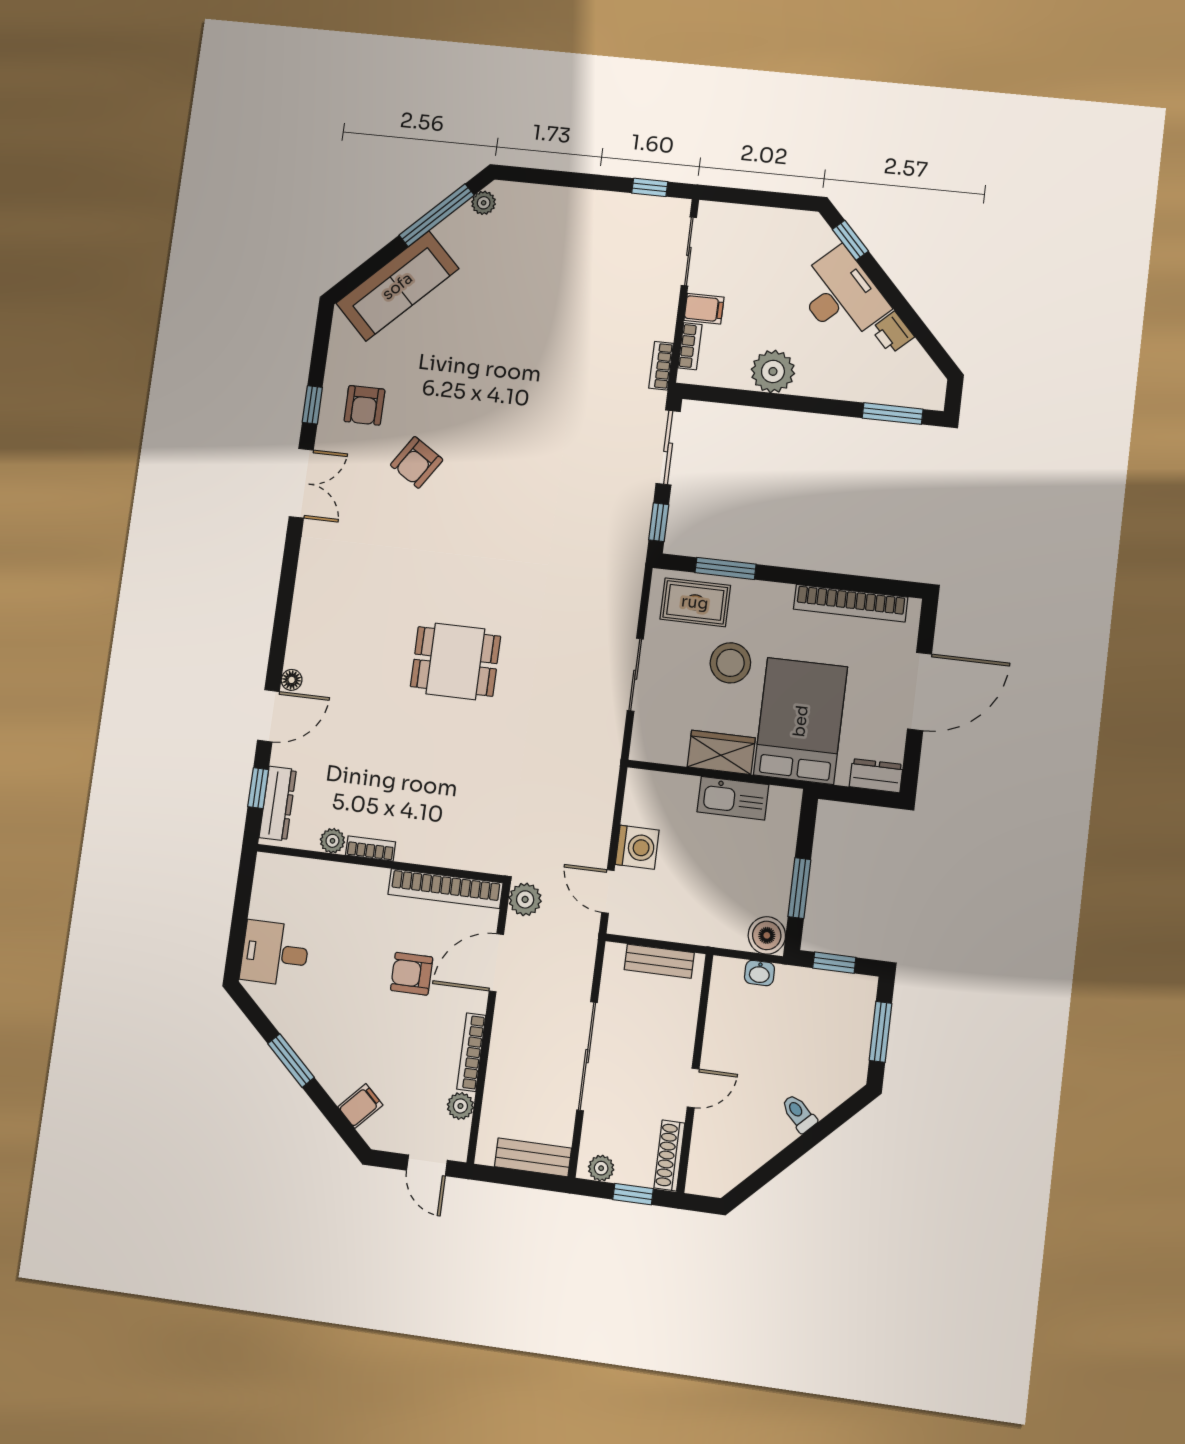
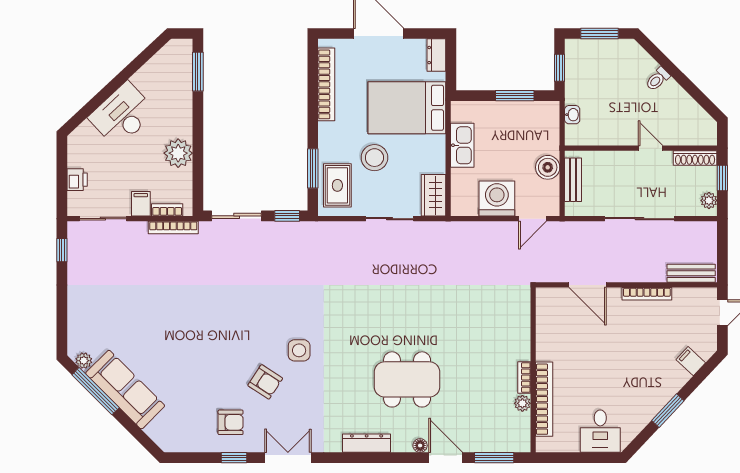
window: (850, 240) -> (84, 113), removed
sofa: (397, 286) -> (125, 390), moved
printer: (892, 333) -> (77, 180), moved, turned -47
bookcase: (661, 366) -> (173, 227), width x1.56
side table: (456, 517) -> (299, 350), added
dining table: (455, 661) -> (407, 379), moved, width x1.38
wardrobe: (721, 752) -> (434, 195), moved
window: (258, 788) -> (494, 458), width x1.50
dresser: (278, 804) -> (367, 443), moved
washing machine: (637, 847) -> (497, 198), width x1.37, depth x1.37
bookcase: (445, 889) -> (544, 399), moved
plant: (525, 899) -> (544, 272), removed
boiler: (767, 935) -> (548, 167), moved
armchair: (412, 974) -> (602, 339), removed
plant: (460, 1106) -> (682, 296), removed
bench: (533, 1157) -> (691, 273), moved, turned 90

